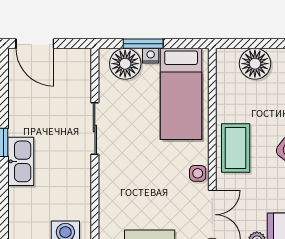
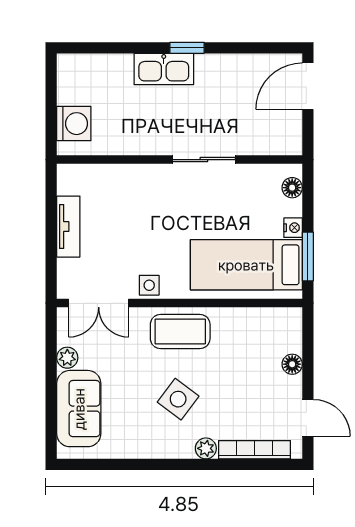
window: (143, 44) -> (308, 256), moved
floor lamp: (125, 64) -> (292, 188), width x0.53, depth x0.53
floor lamp: (255, 64) -> (292, 364), width x0.53, depth x0.53

